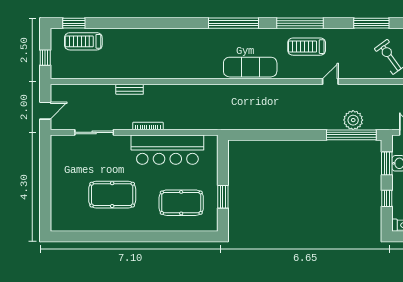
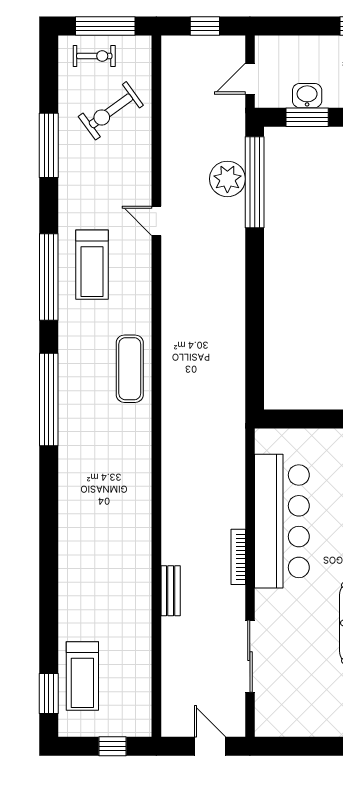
exercise mat: (250, 67) -> (130, 369), width x0.73, depth x0.69

